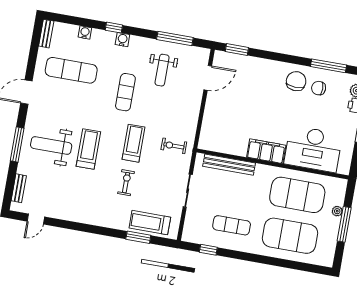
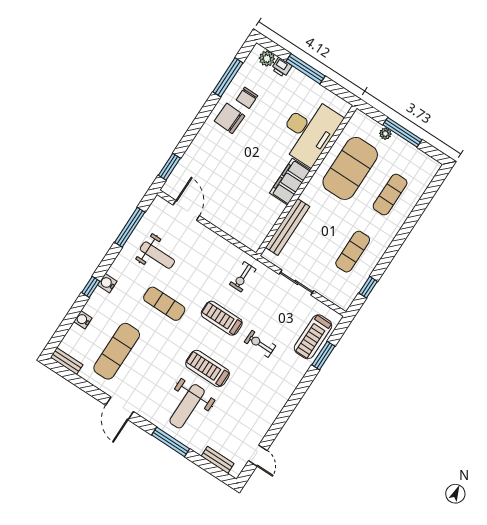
exercise mat: (290, 236) -> (390, 195), width x0.50, depth x0.69

